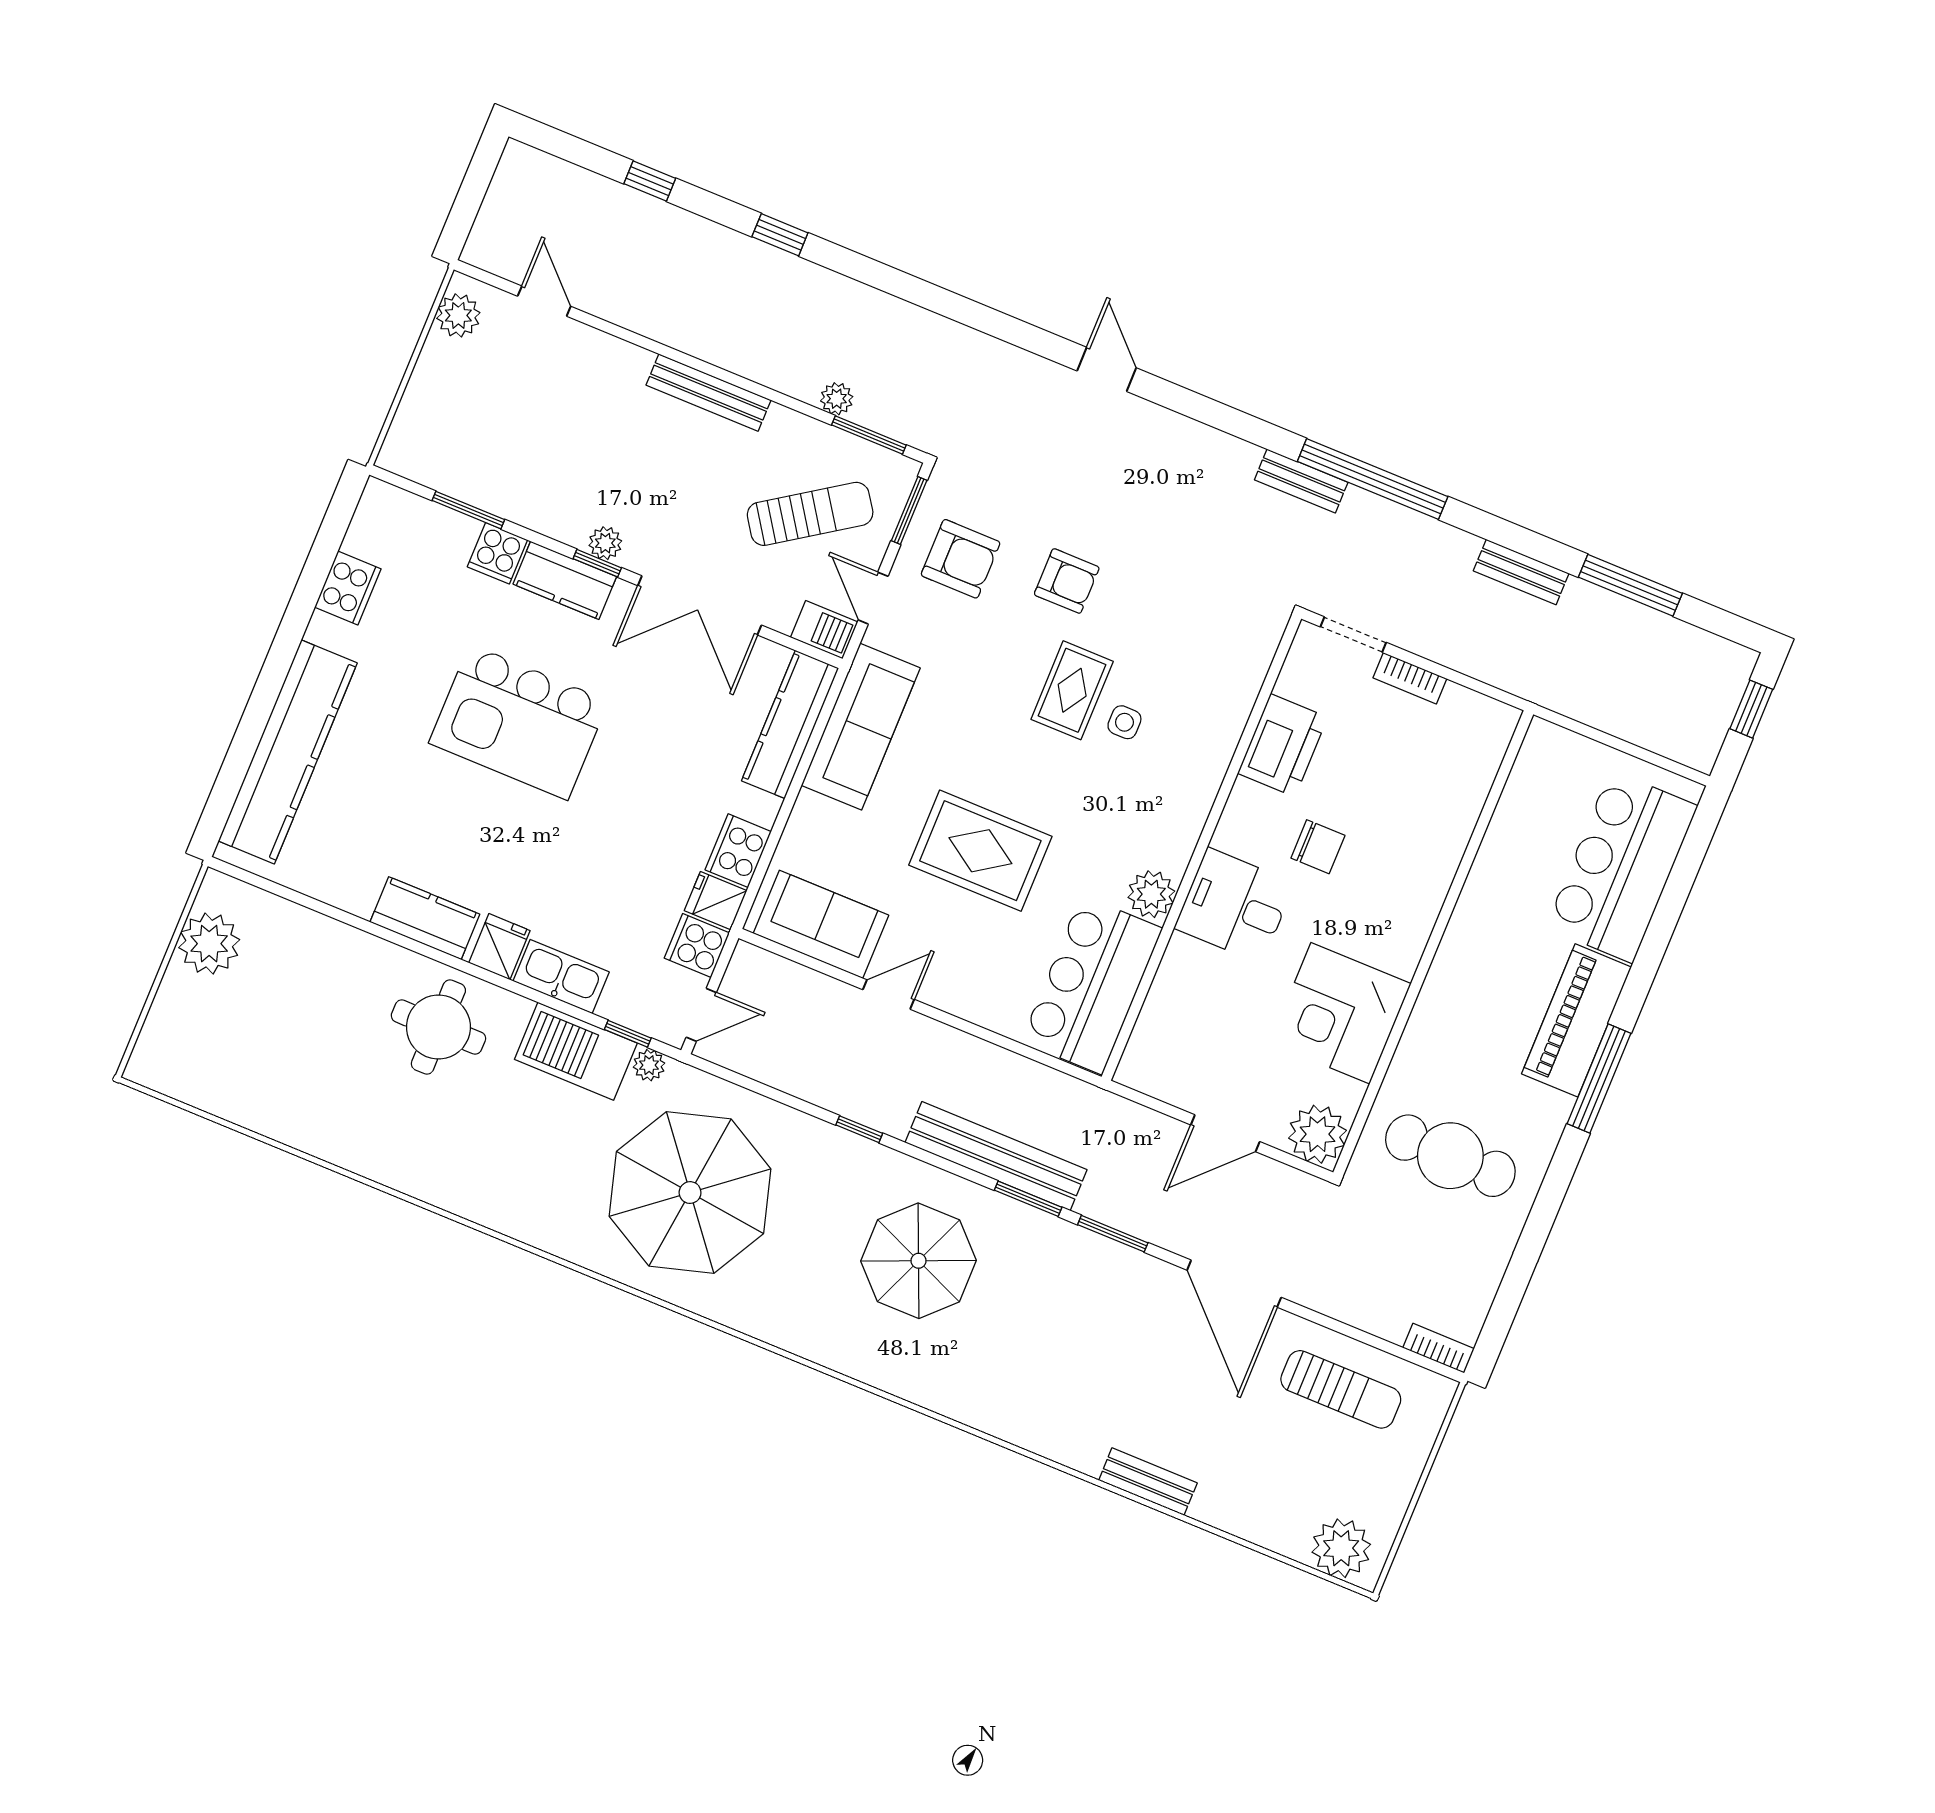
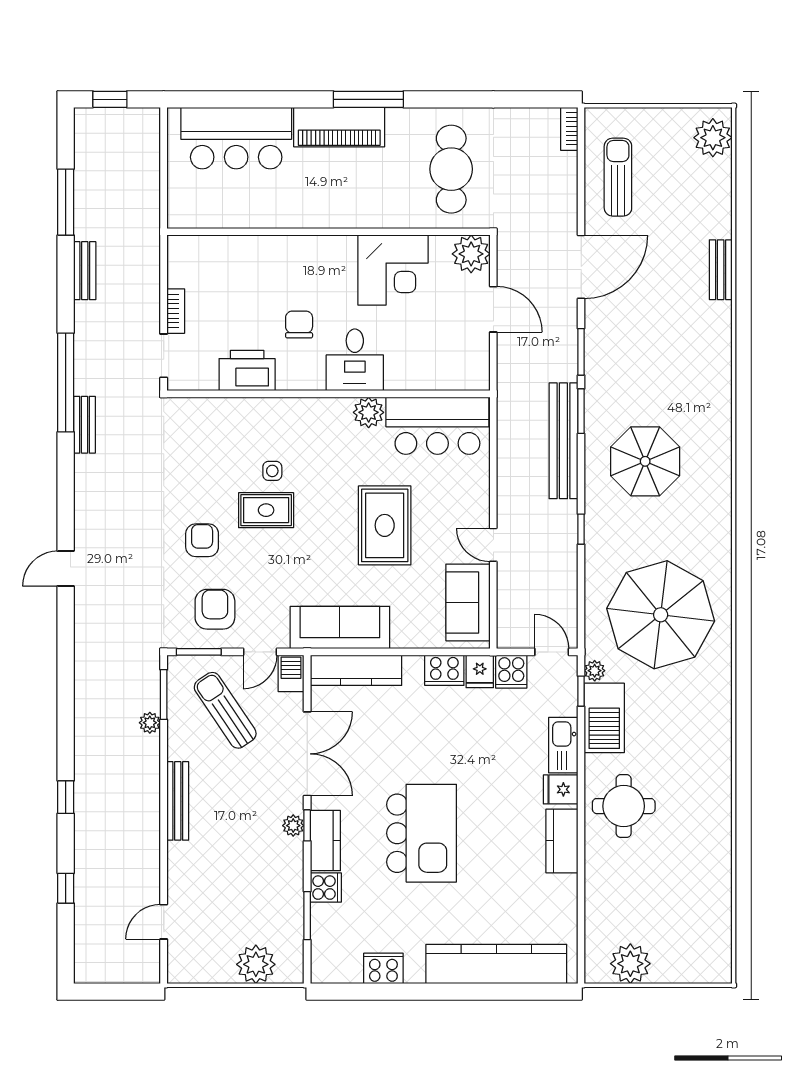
plant: (458, 315) -> (256, 964), moved, width x1.36, depth x1.36

